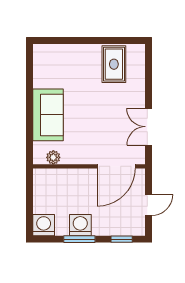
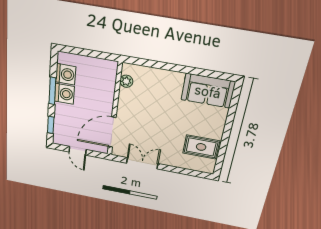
sofa: (48, 115) -> (208, 91), moved
door: (116, 166) -> (112, 132), hinge flipped
washing machine: (44, 225) -> (66, 74), moved

